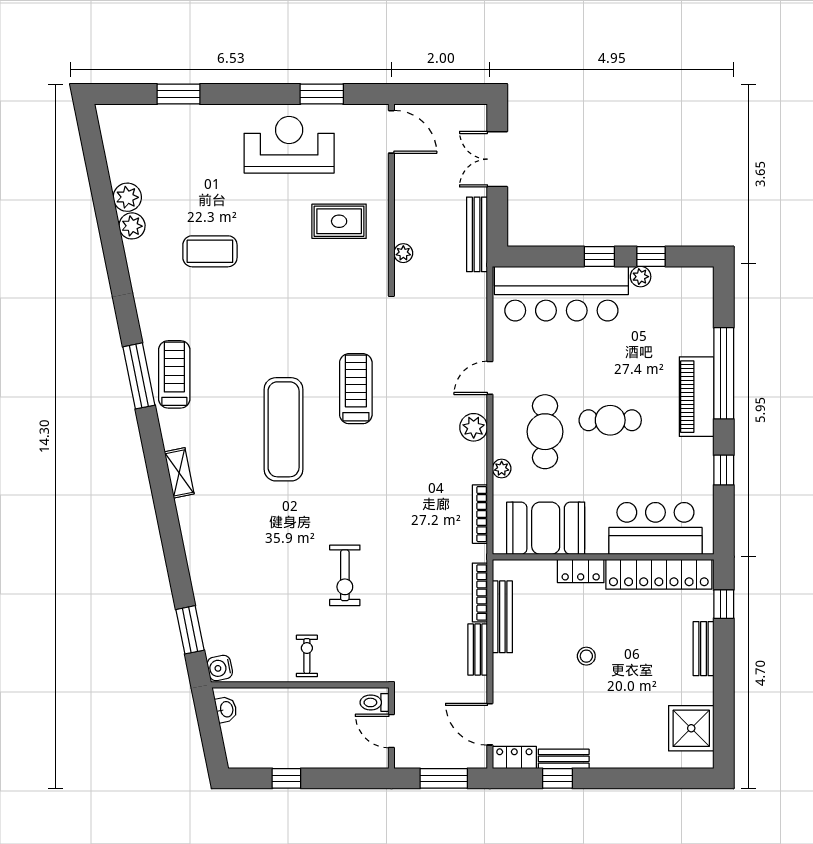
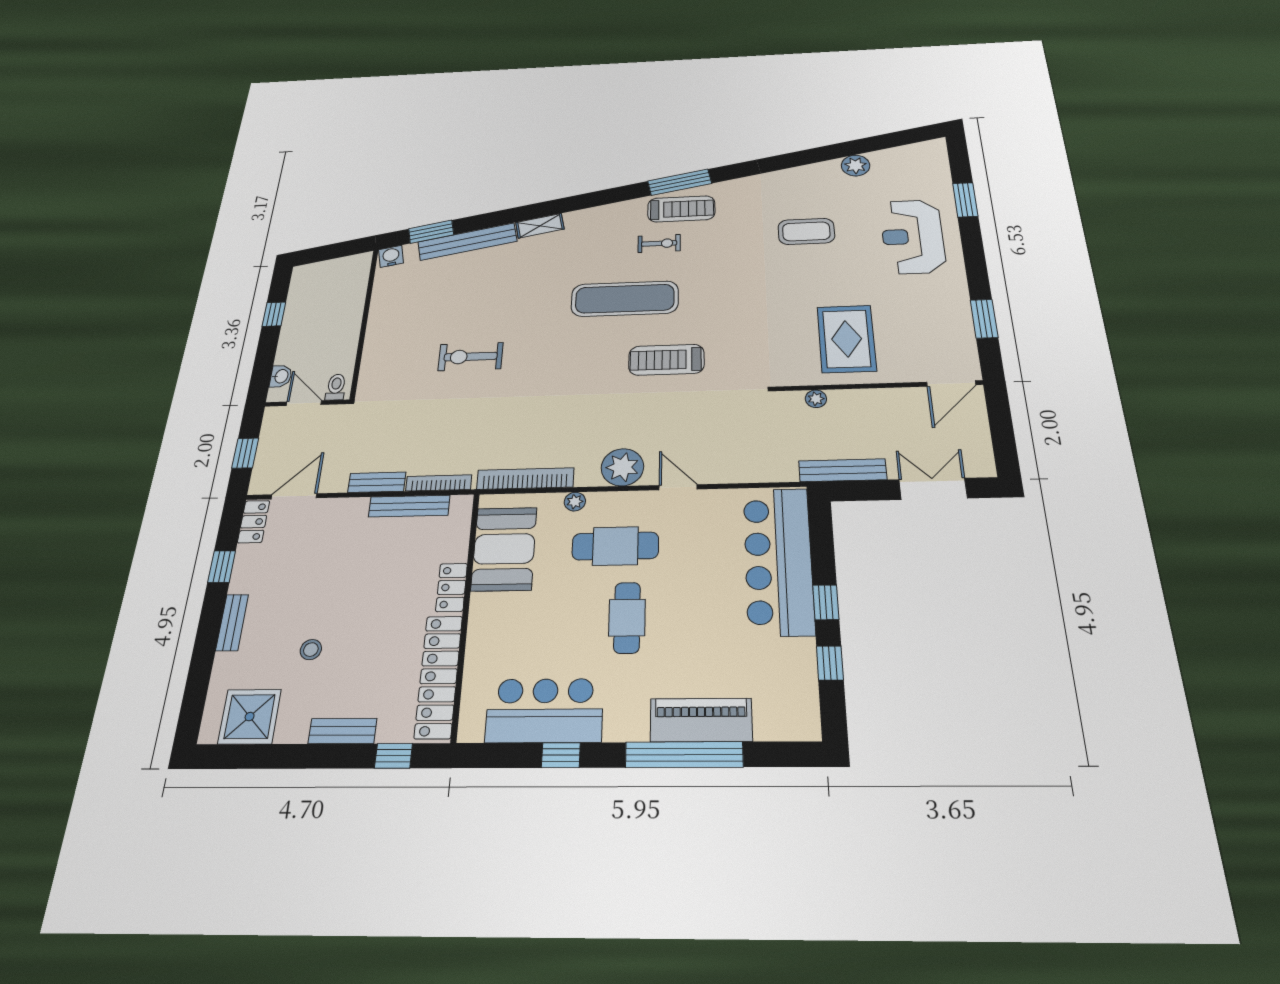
reception desk: (289, 145) -> (913, 236), moved, turned 180
rug: (339, 221) -> (847, 339), width x1.36, depth x1.43
plant: (132, 226) -> (827, 170), removed
coffee table: (210, 251) -> (806, 231), turned 90
plant: (641, 277) -> (804, 651), removed
treadmill: (356, 389) -> (666, 360), turned 180
piano: (697, 397) -> (701, 720), moved
plant: (474, 427) -> (622, 467), width x1.36, depth x1.36
shelving: (179, 473) -> (540, 226), moved
bookcase: (480, 514) -> (525, 479), width x1.48, depth x1.31
bar counter: (655, 528) -> (544, 710), moved, turned -90
bench: (205, 591) -> (467, 242), added
exercise bike: (307, 656) -> (659, 243), moved
stool: (586, 656) -> (311, 650), moved
washbasin: (226, 709) -> (281, 376), moved, turned -79
door: (391, 731) -> (304, 403), hinge flipped
bench: (564, 759) -> (232, 622), moved
window: (444, 778) -> (245, 453), width x0.67

